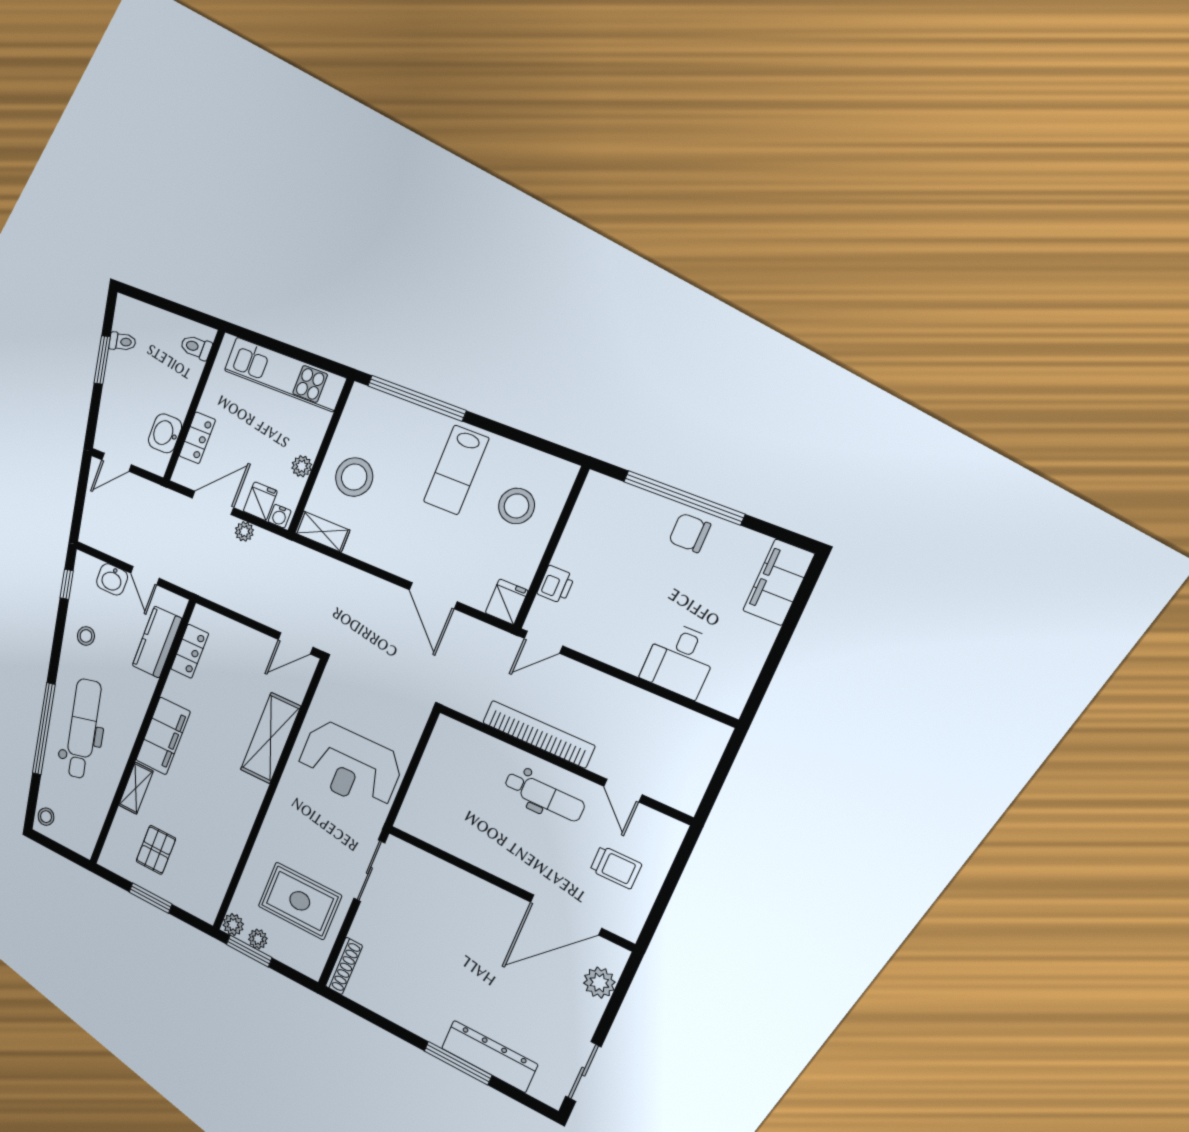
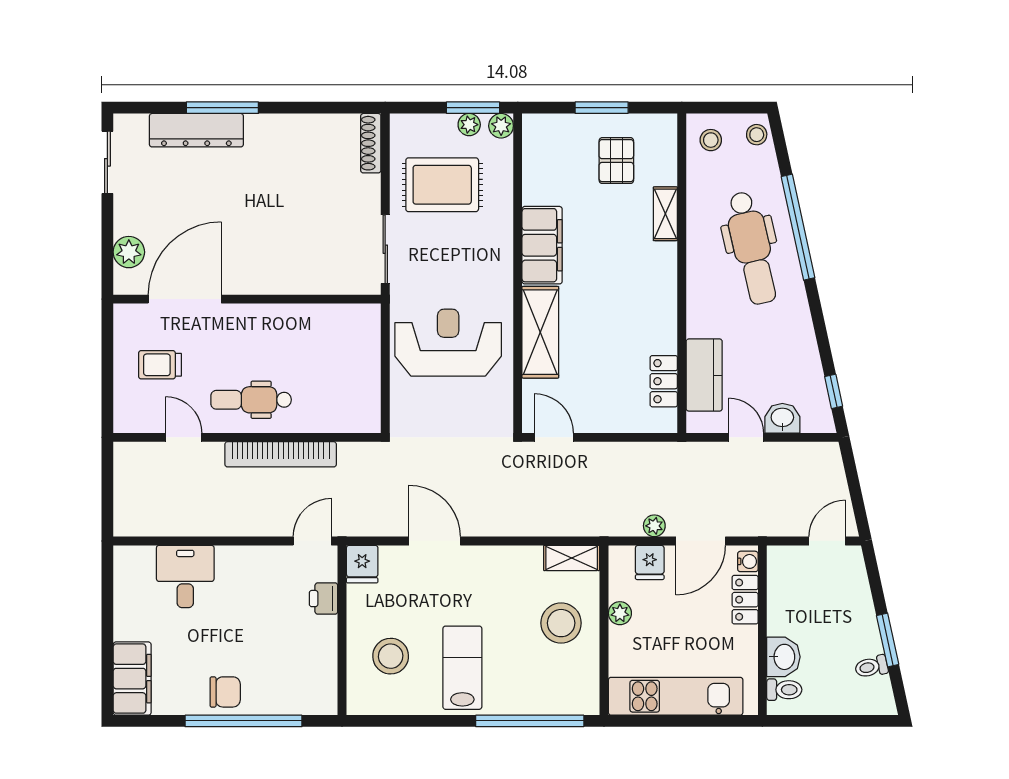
washbasin: (165, 433) -> (783, 657), moved
water cooler: (280, 516) -> (748, 561), moved, turned 90
stool: (86, 636) -> (711, 140), moved
door: (295, 643) -> (554, 437), hinge flipped
filing cabinet: (163, 736) -> (542, 245), moved, turned 180

